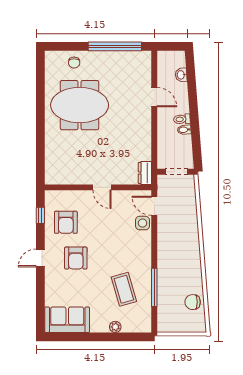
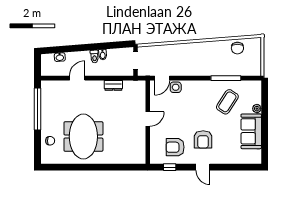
dresser: (145, 173) -> (113, 85), moved
armchair: (66, 222) -> (175, 147), turned 180
armchair: (76, 258) -> (203, 139), turned 90
coffee table: (124, 289) -> (227, 102), turned -41
sofa: (67, 320) -> (251, 131), moved

